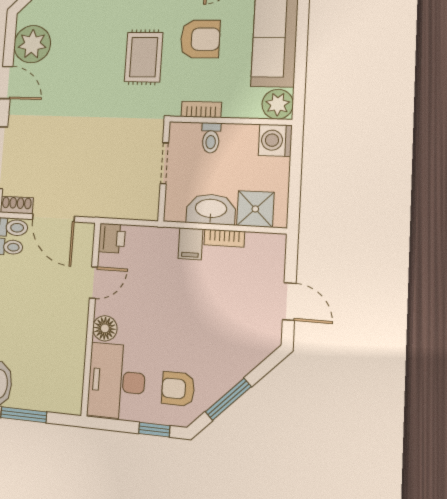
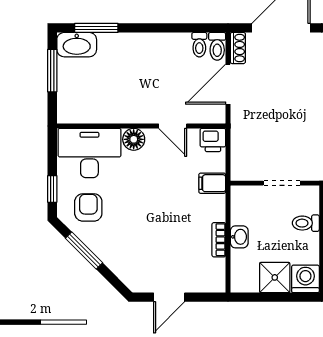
washbasin: (211, 209) -> (239, 237), width x0.52, depth x0.69
shower: (255, 209) -> (275, 277), moved
filing cabinet: (190, 244) -> (212, 183), moved

